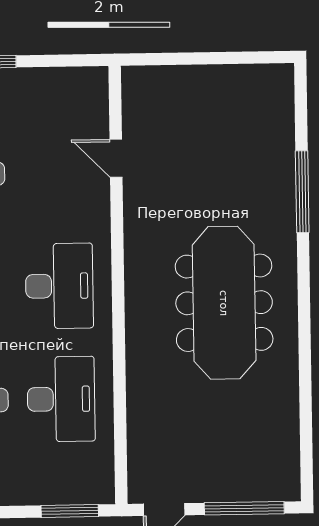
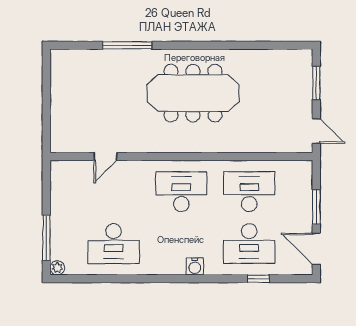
window: (244, 508) -> (316, 83), width x0.69
window: (70, 511) -> (316, 207), moved

